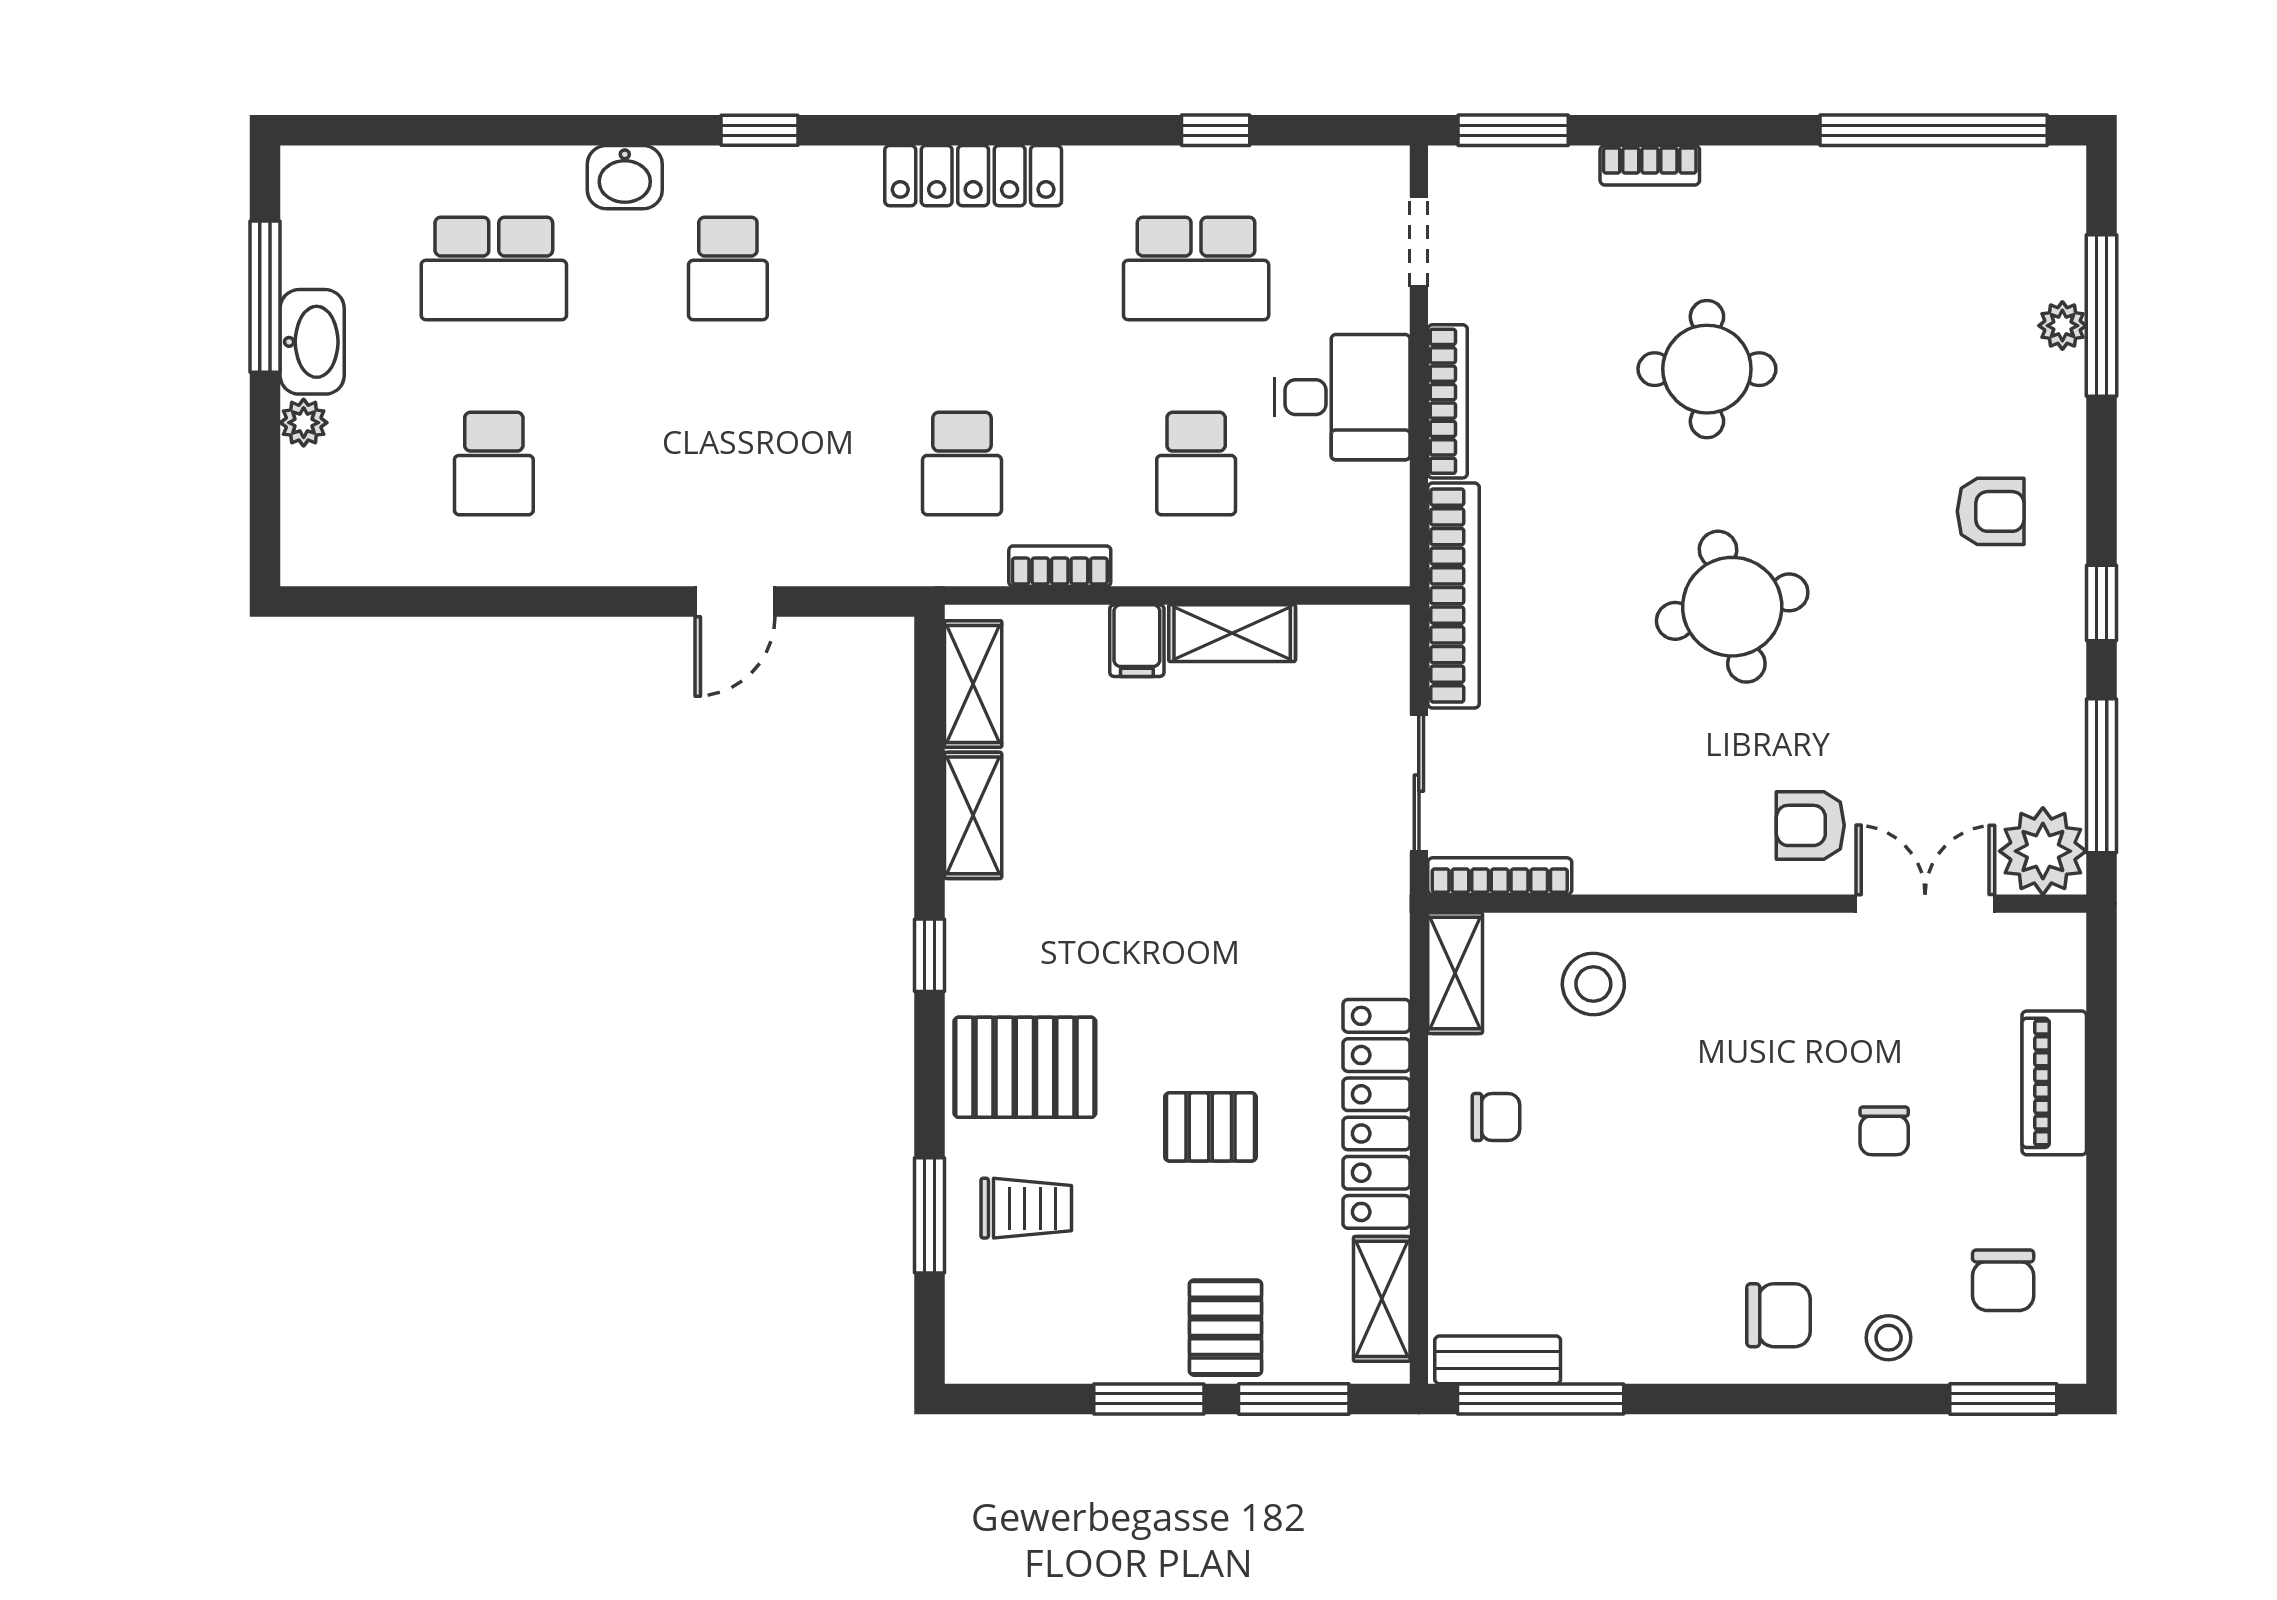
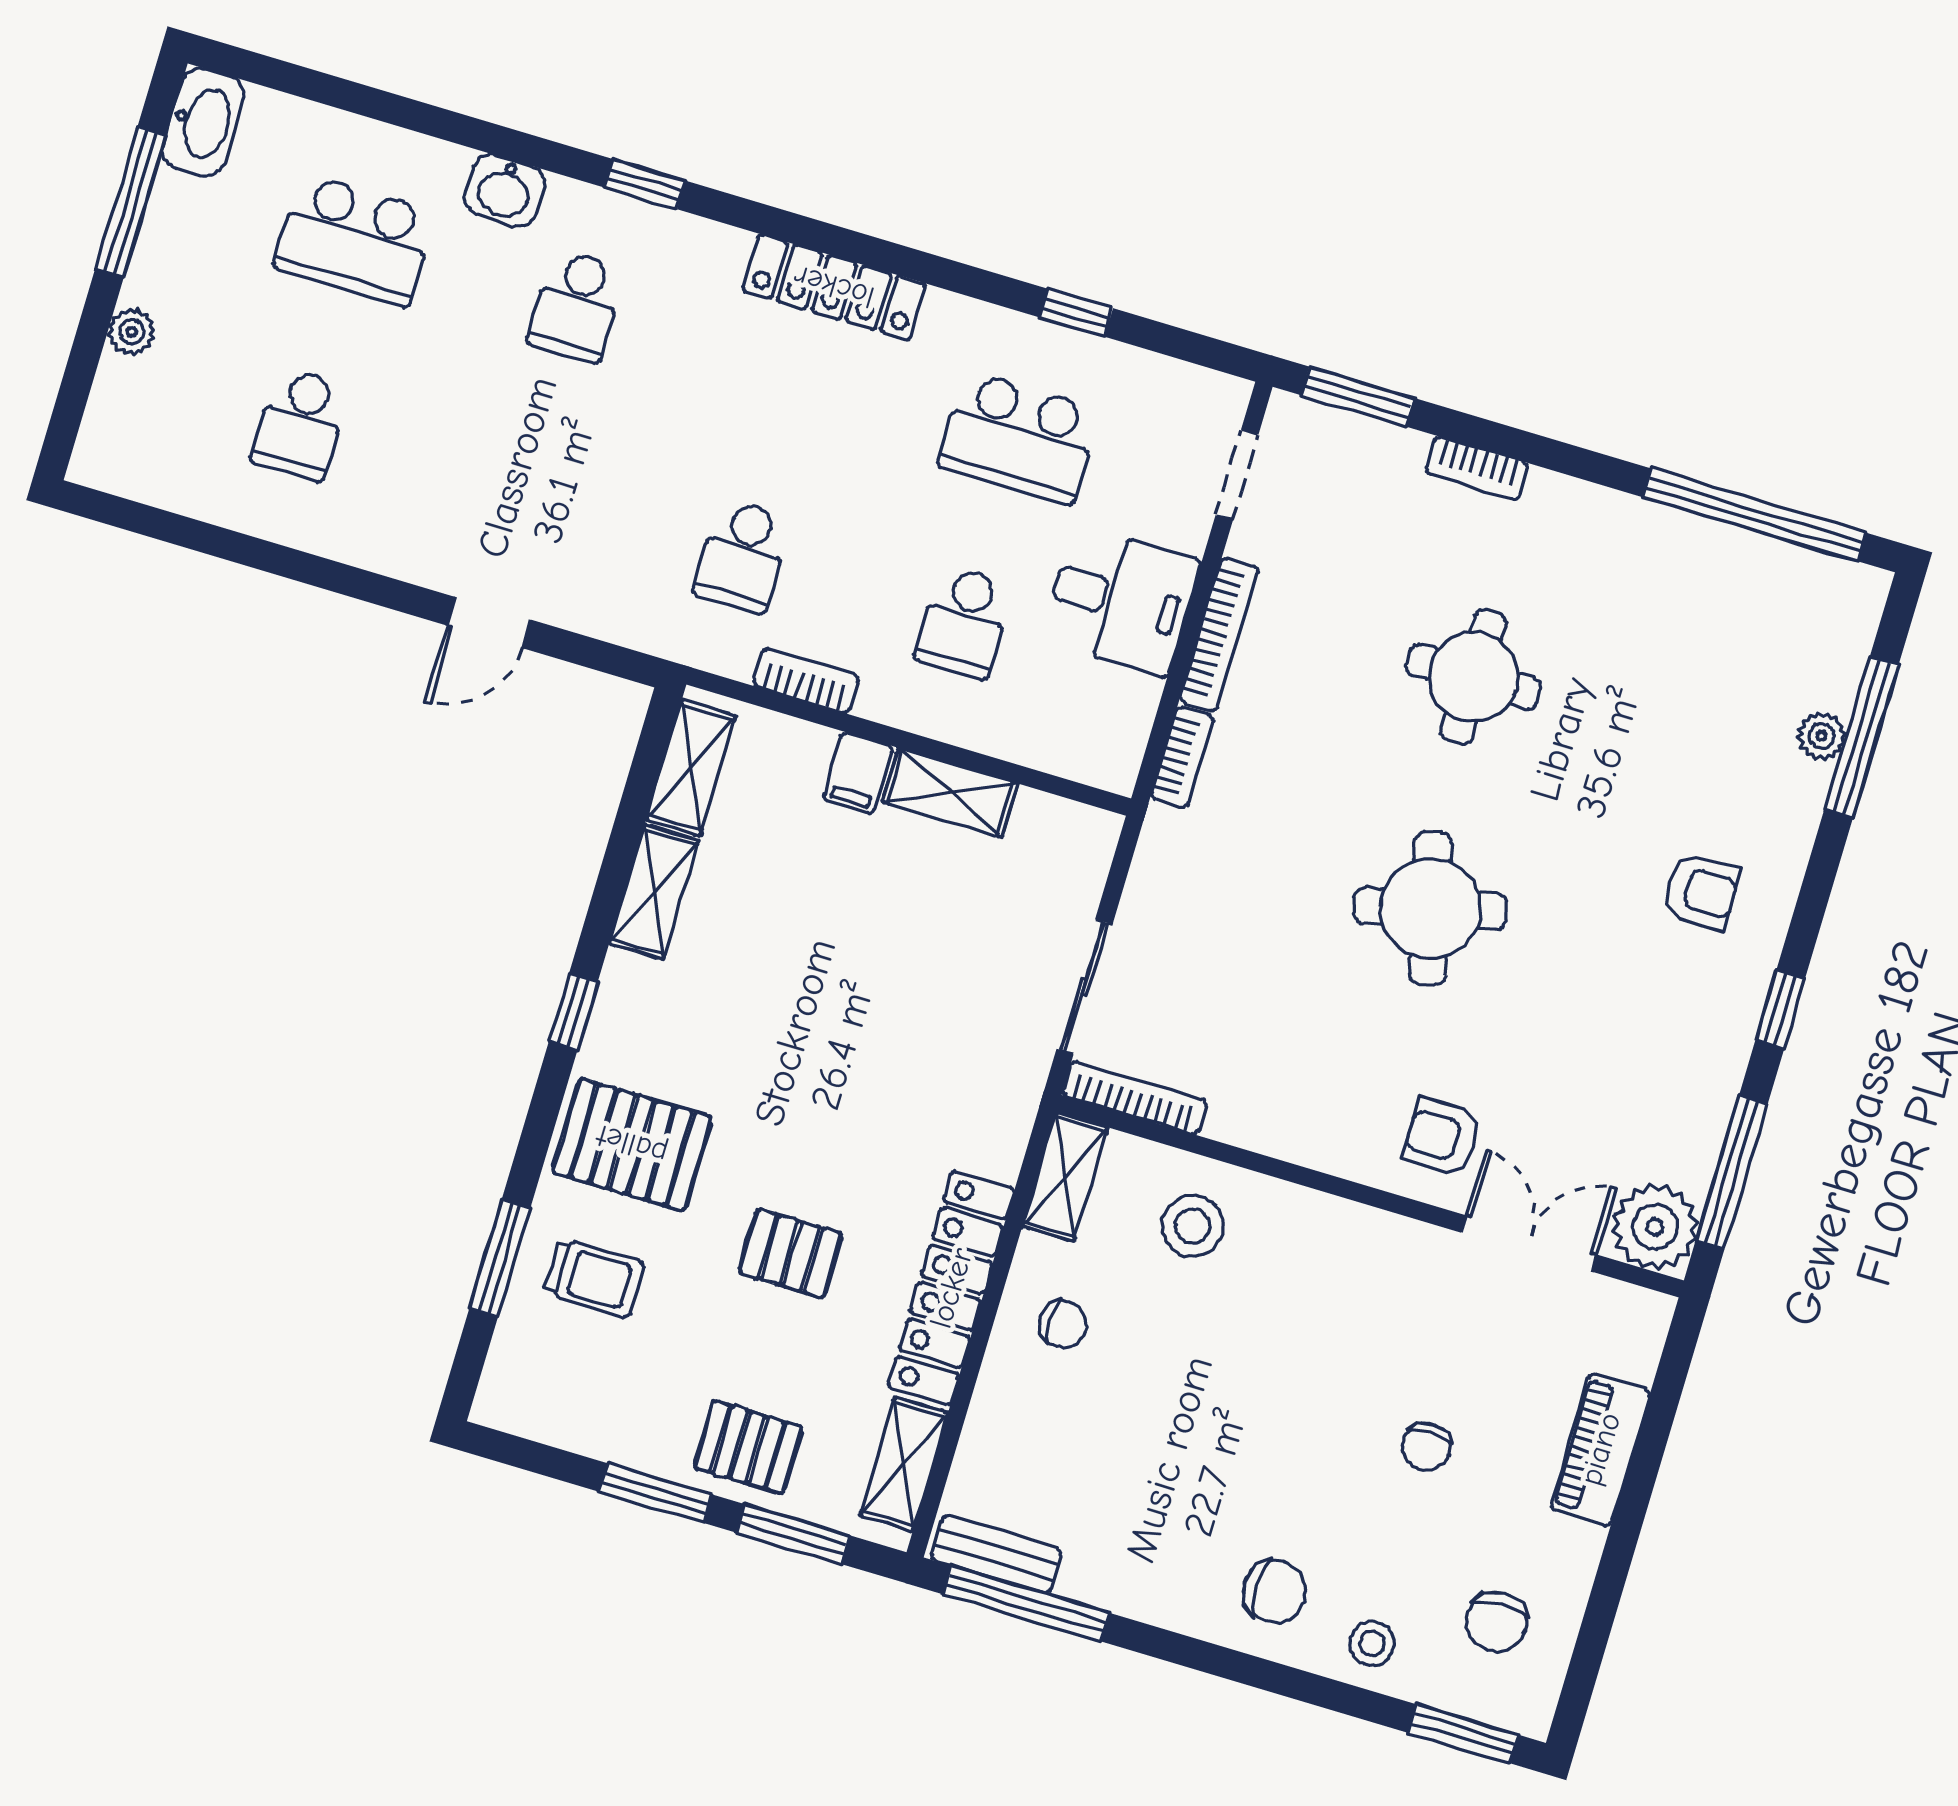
washbasin: (312, 342) -> (203, 122), moved
bookcase: (1453, 596) -> (1182, 757), width x0.43, depth x0.76
pallet: (1225, 1328) -> (748, 1447), turned 90

